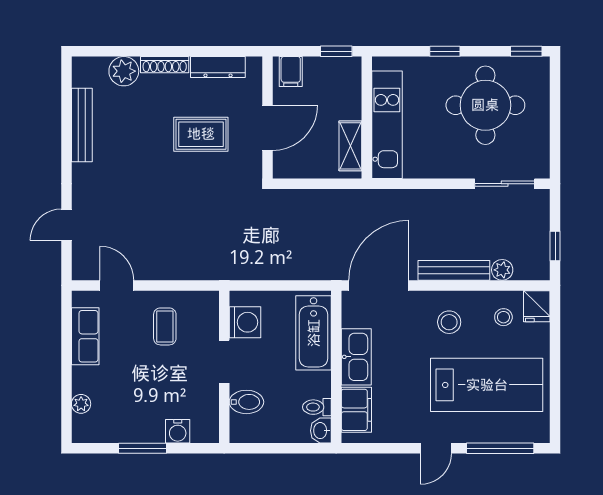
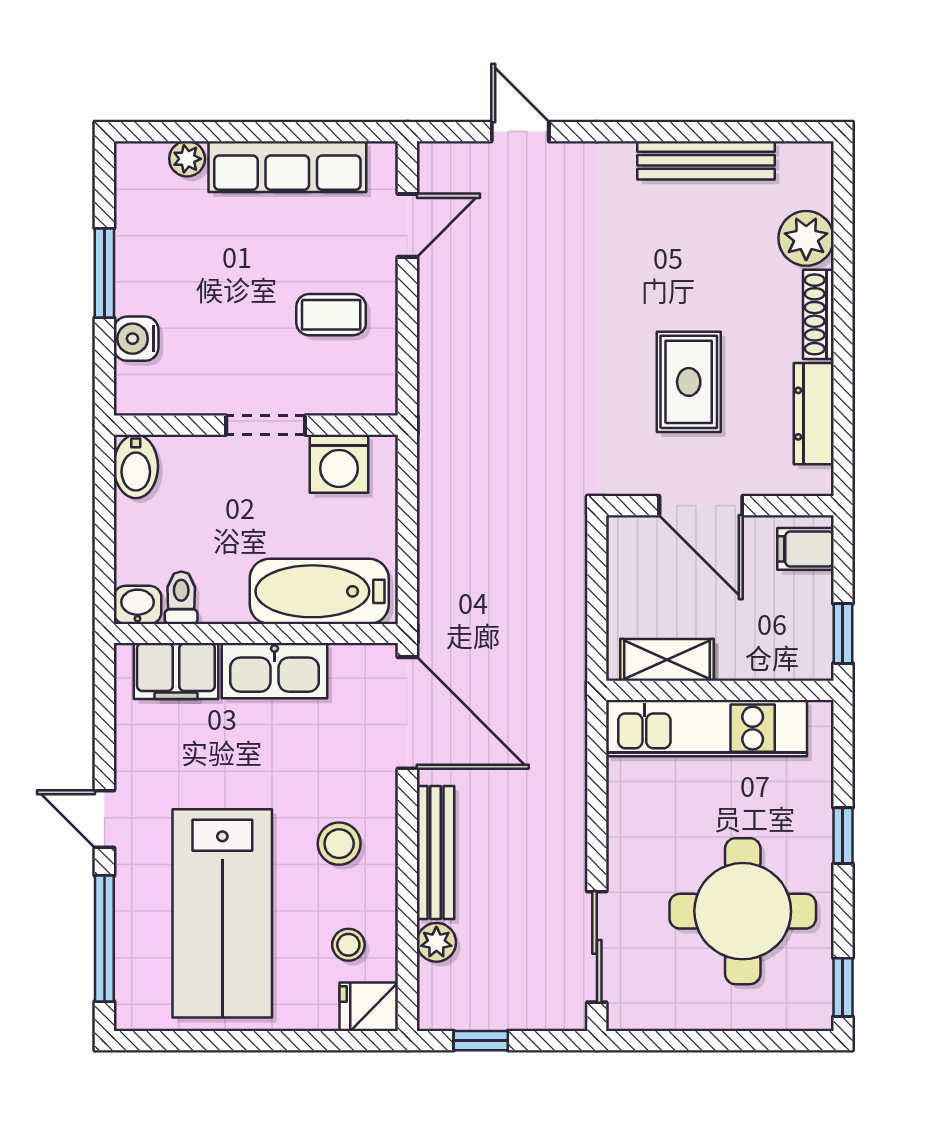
row of seats: (85, 336) -> (287, 167), width x1.48
bidet: (246, 402) -> (136, 466), moved

